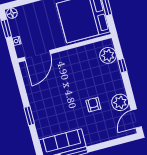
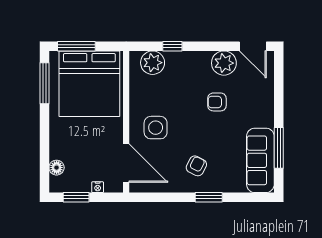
floor lamp: (12, 13) -> (57, 168), moved
side table: (66, 69) -> (156, 128), added
armchair: (48, 102) -> (196, 166), added

